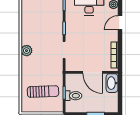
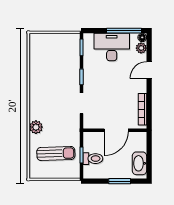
plant: (27, 51) -> (36, 127), moved
door: (93, 72) -> (116, 130), hinge flipped
washbasin: (112, 83) -> (139, 163), moved

